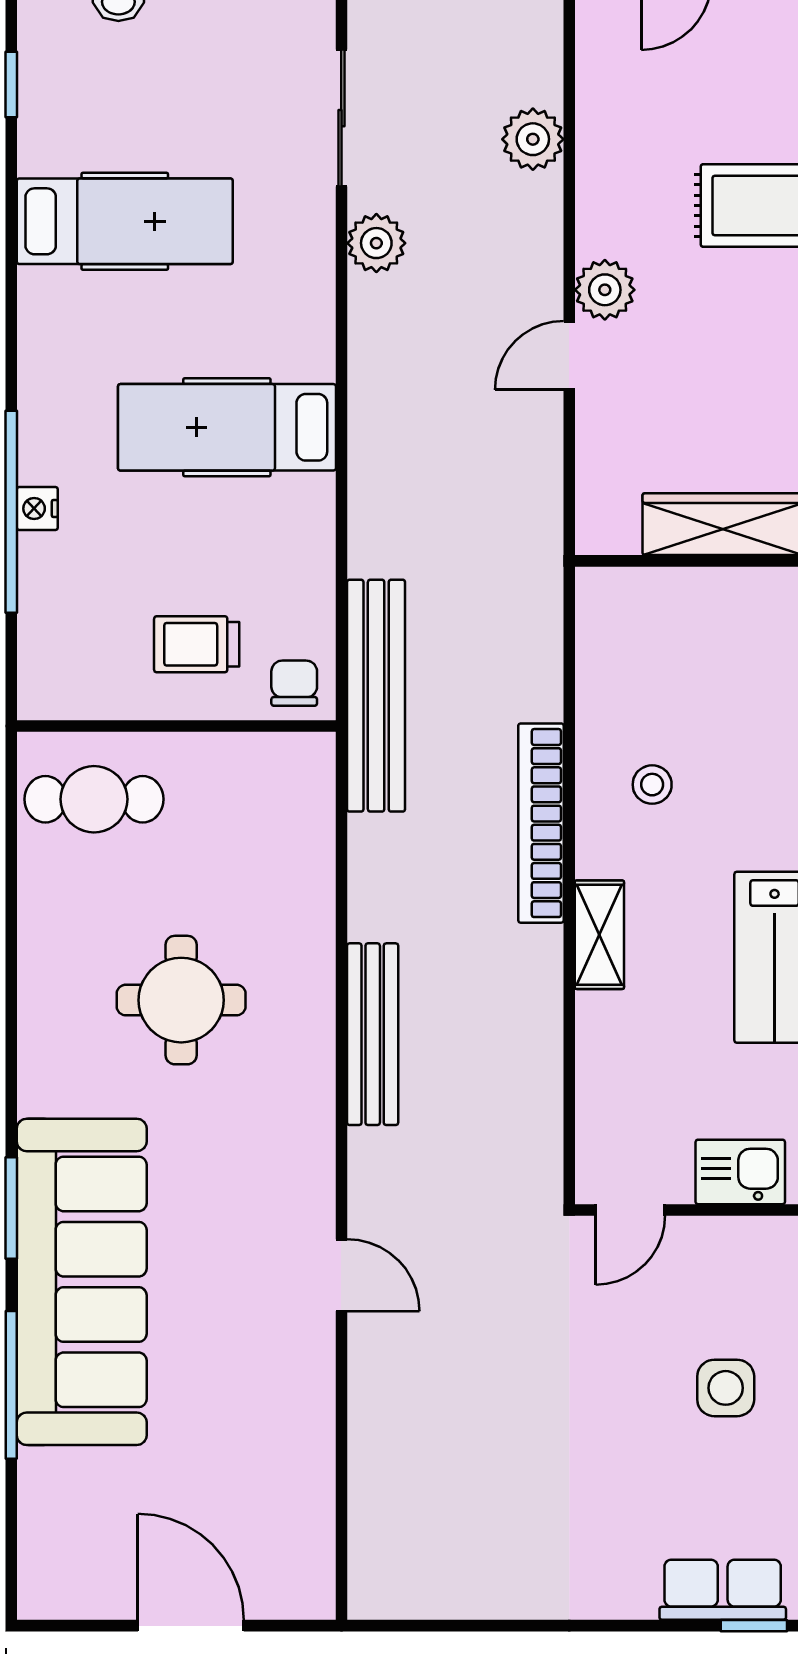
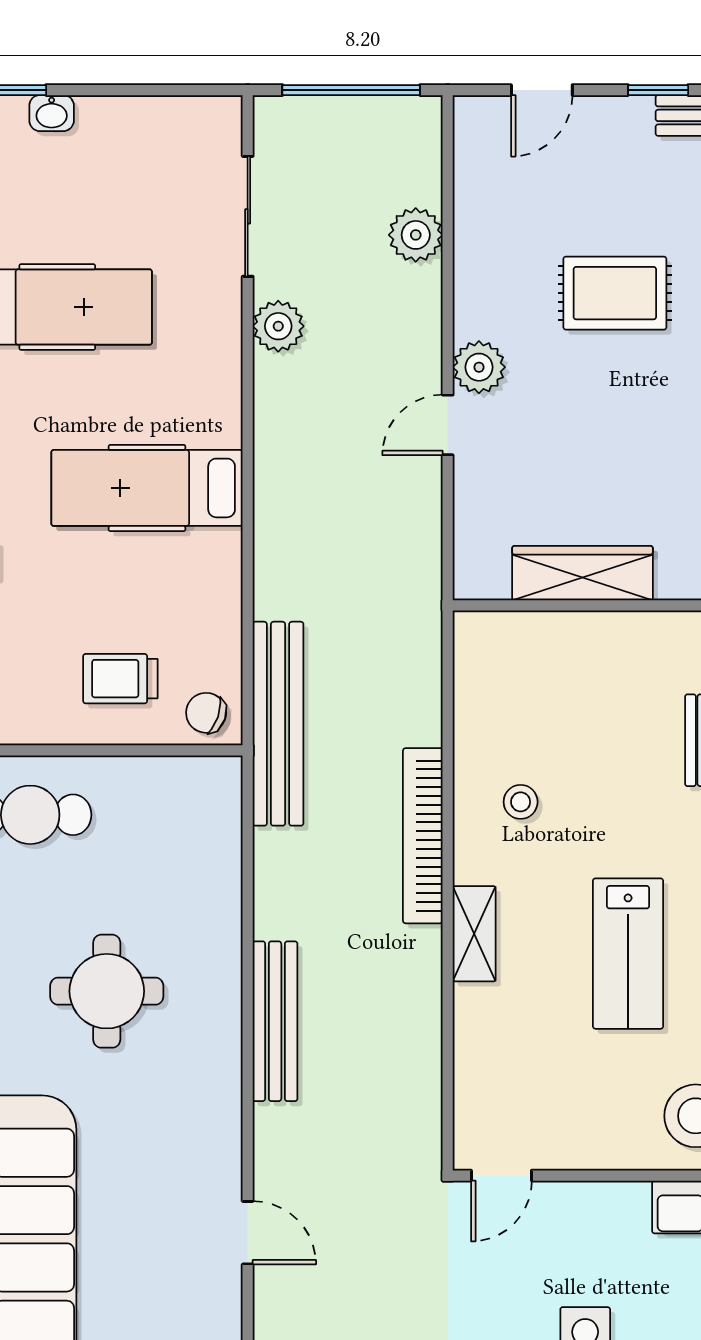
chair: (294, 683) -> (206, 713), turned -71
kitchen sink: (740, 1172) -> (598, 1142), removed

